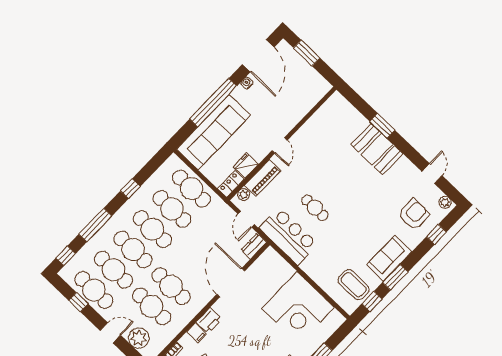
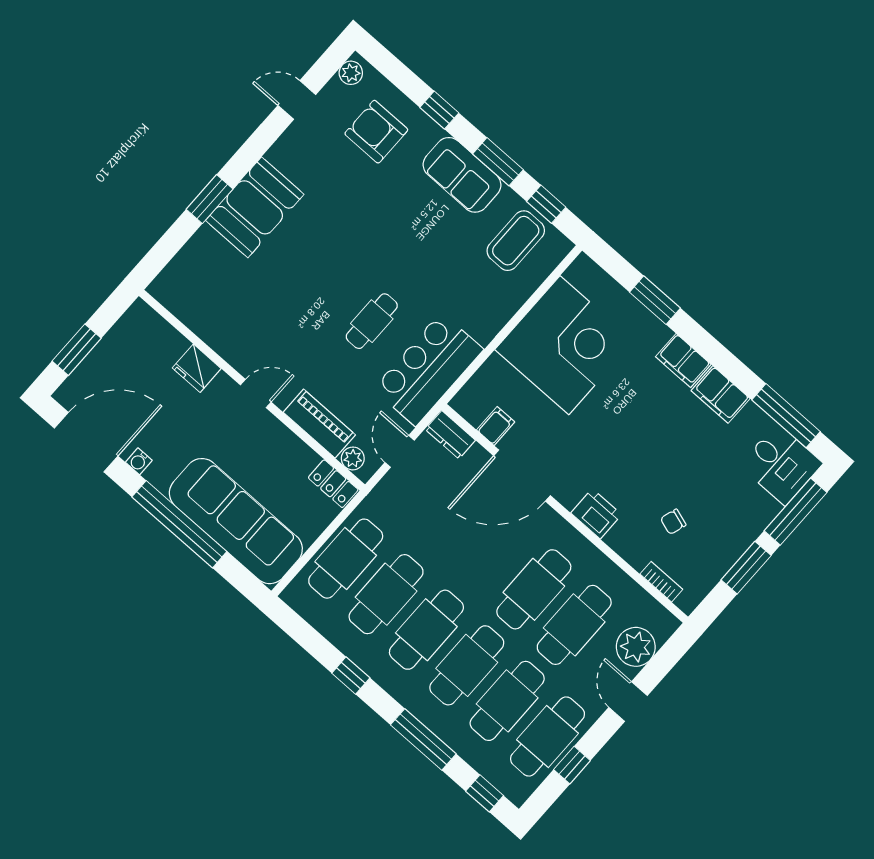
fridge: (246, 166) -> (197, 368), moved
door: (246, 219) -> (400, 451), swing flipped
window: (436, 234) -> (439, 110), moved
filing cabinet: (197, 333) -> (496, 426), moved

